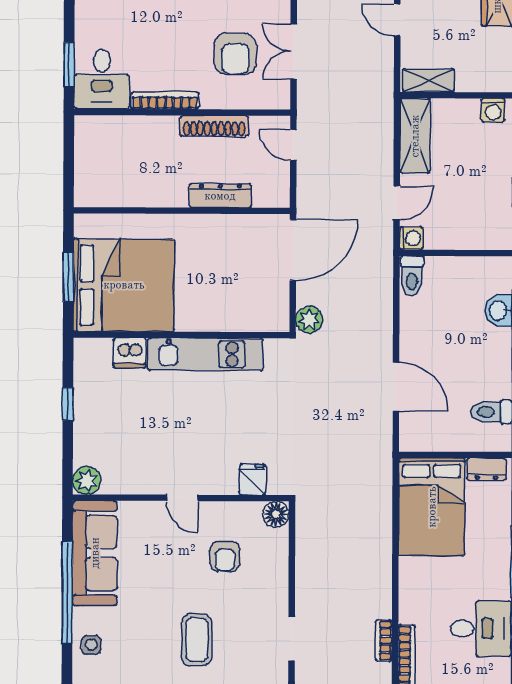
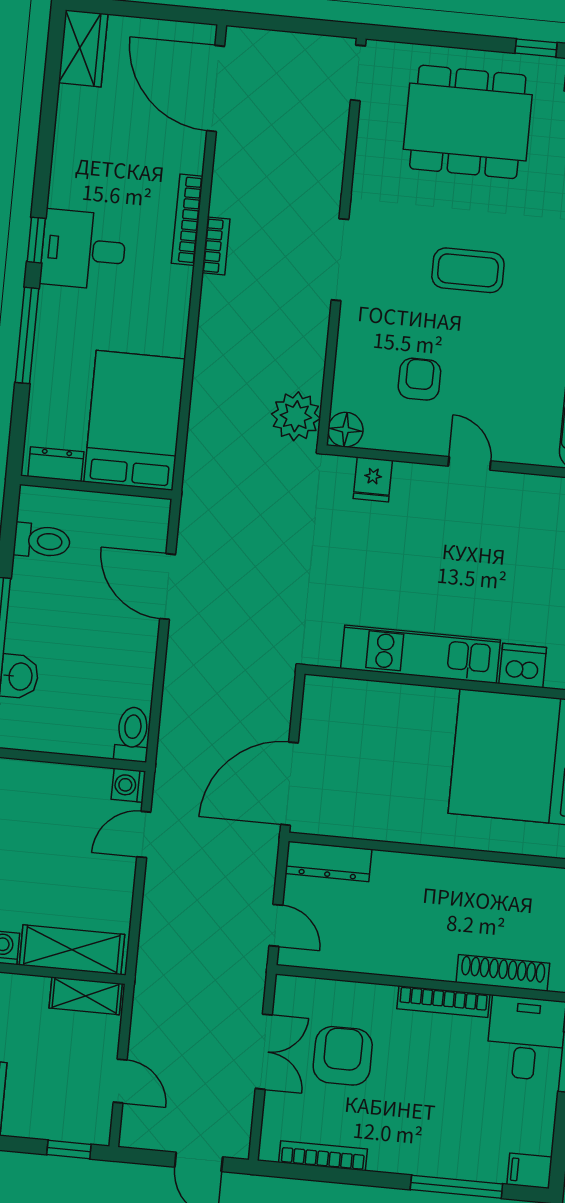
shoe rack: (214, 126) -> (503, 973), moved
shelving: (415, 136) -> (72, 950), moved, turned 90
dresser: (220, 196) -> (328, 861), moved
plant: (309, 320) -> (296, 416), moved, width x1.36, depth x1.36
doorway: (292, 639) -> (340, 260), width x1.38
coffee table: (197, 640) -> (468, 270), turned 90

